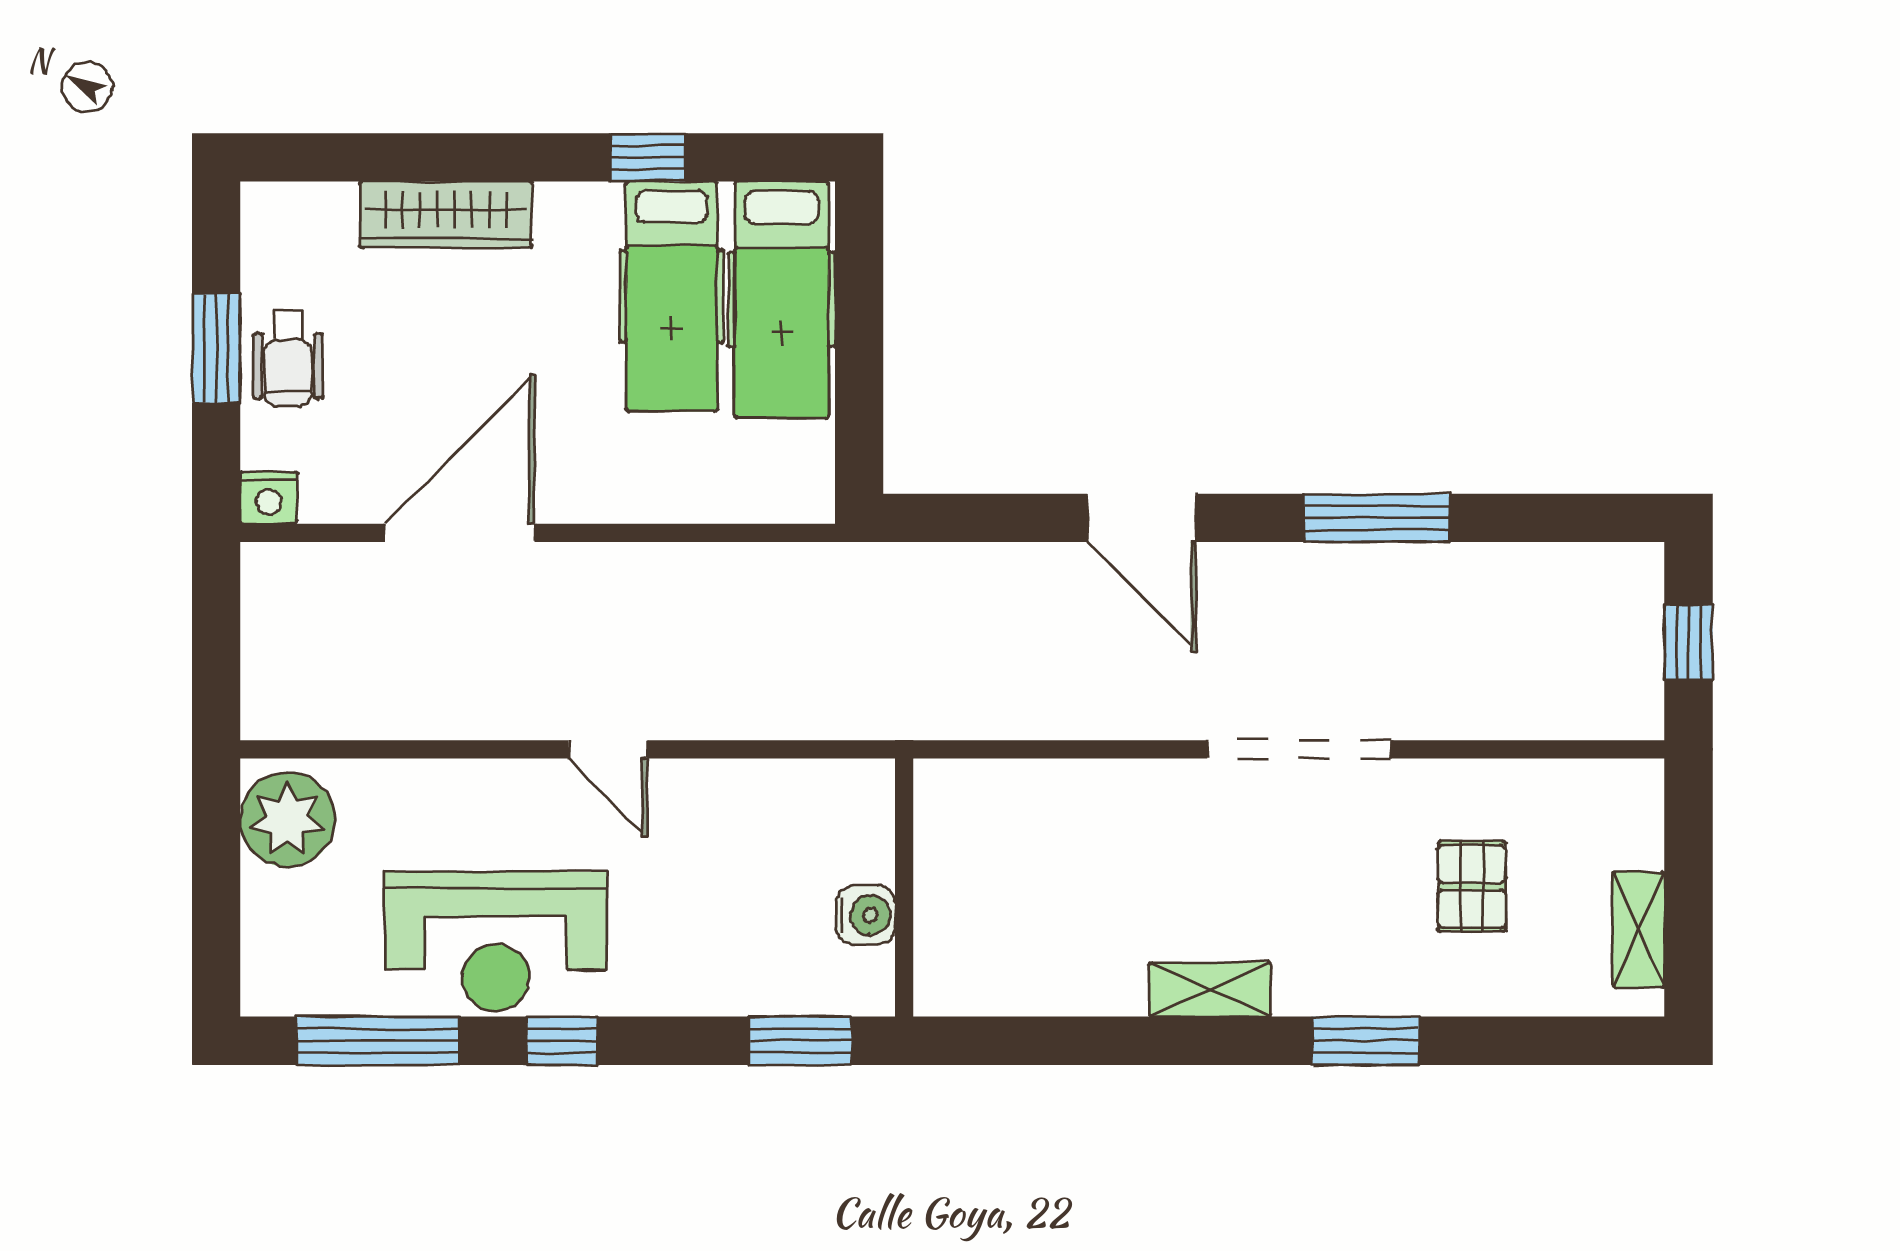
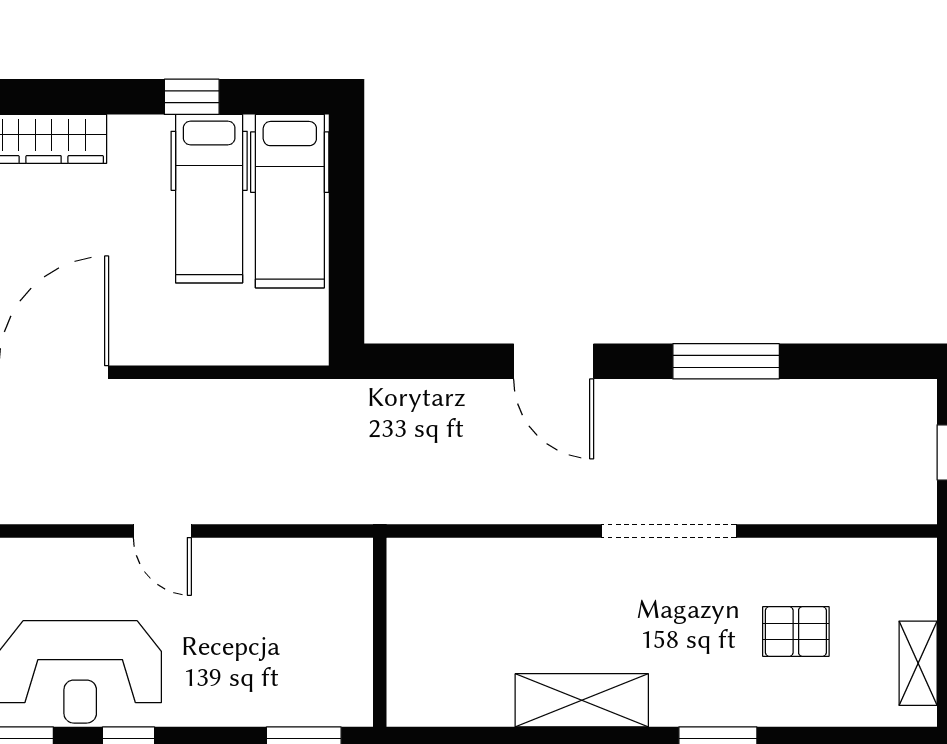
pallet: (1472, 886) -> (796, 631), turned 90
water cooler: (866, 915) -> (351, 652), removed
shelving: (1210, 989) -> (582, 700), width x1.50, depth x1.33

